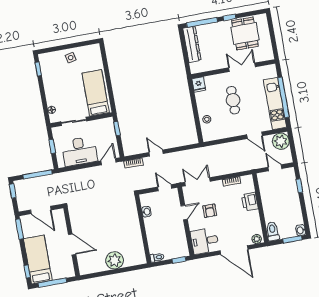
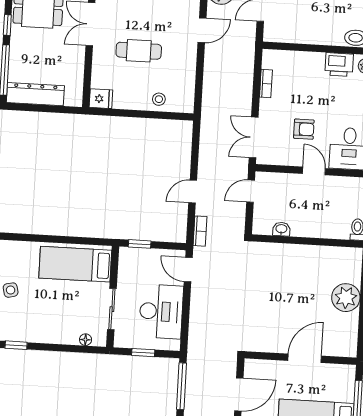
printer: (250, 202) -> (339, 65), moved
door: (184, 213) -> (314, 171), moved

